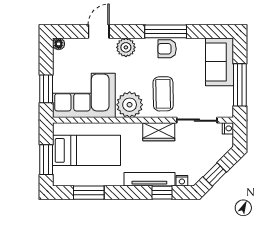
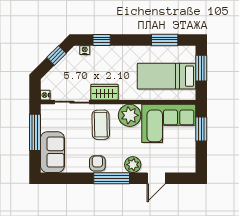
window: (166, 31) -> (112, 178), moved
floor lamp: (59, 44) -> (191, 168), removed
armchair: (167, 49) -> (97, 163), turned -90
tv unit: (149, 179) -> (112, 51), removed

